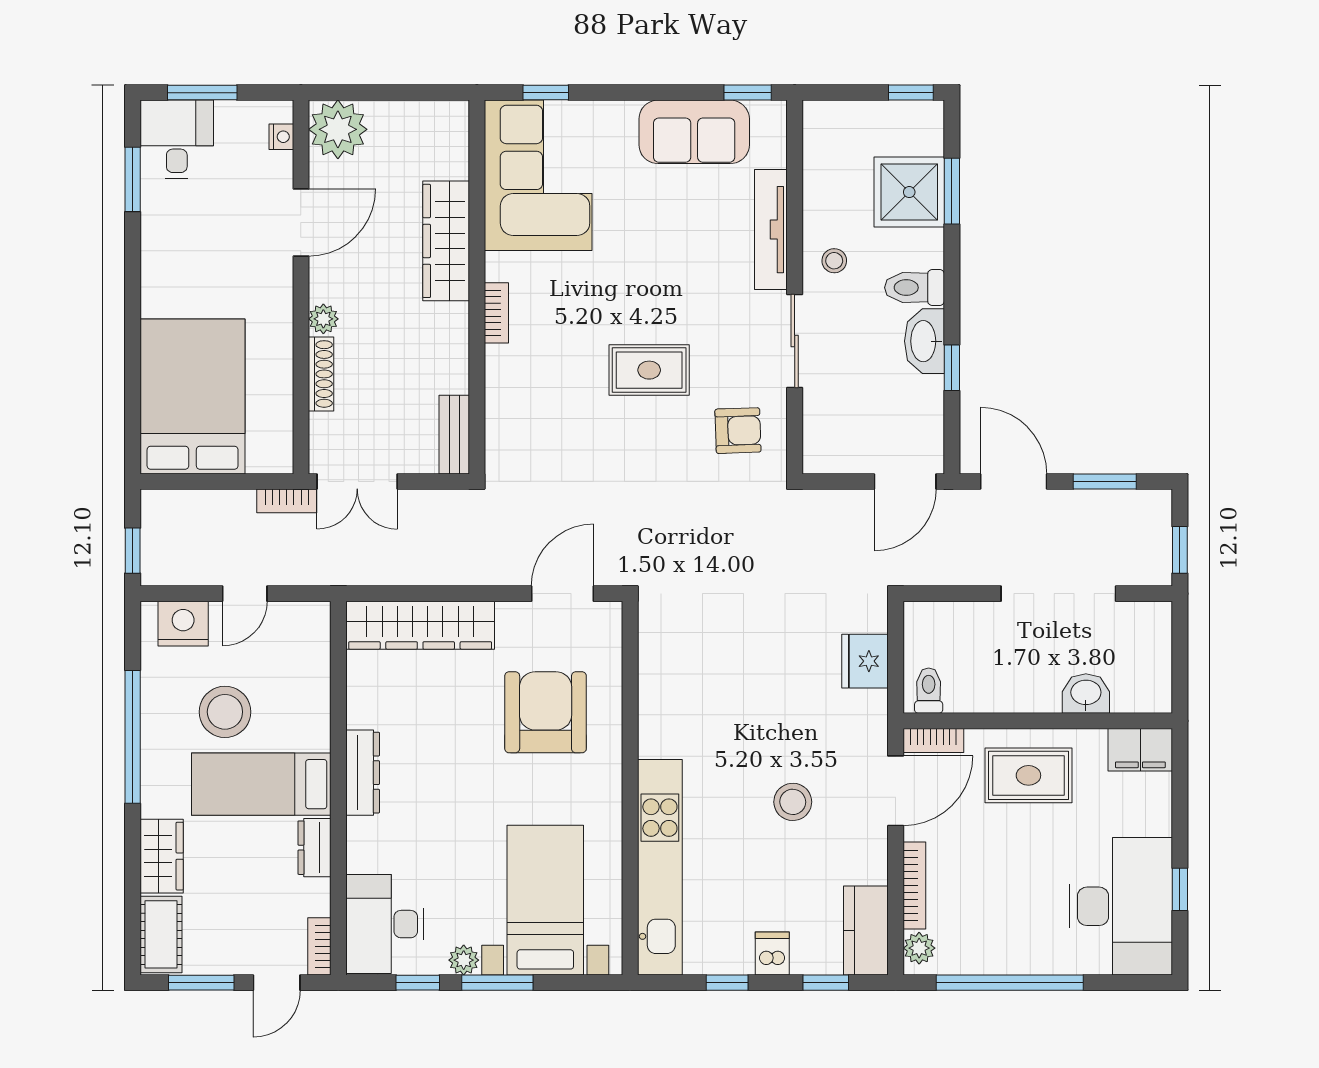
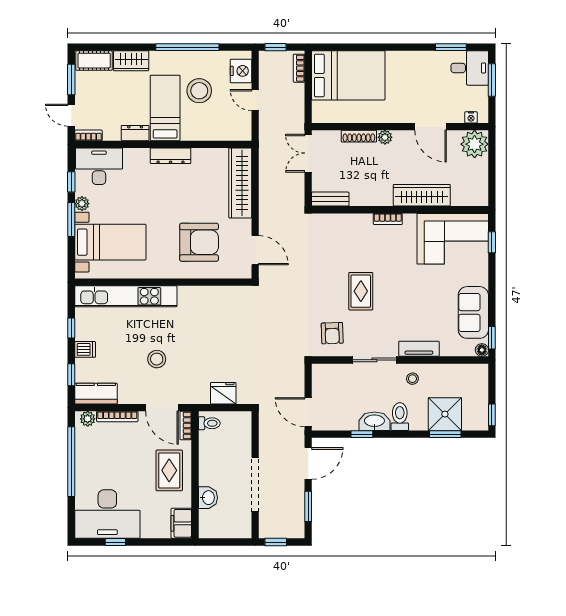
floor lamp: (773, 114) -> (482, 350), added
tv unit: (771, 230) -> (419, 349), width x0.71
bookcase: (287, 501) -> (299, 68), moved

